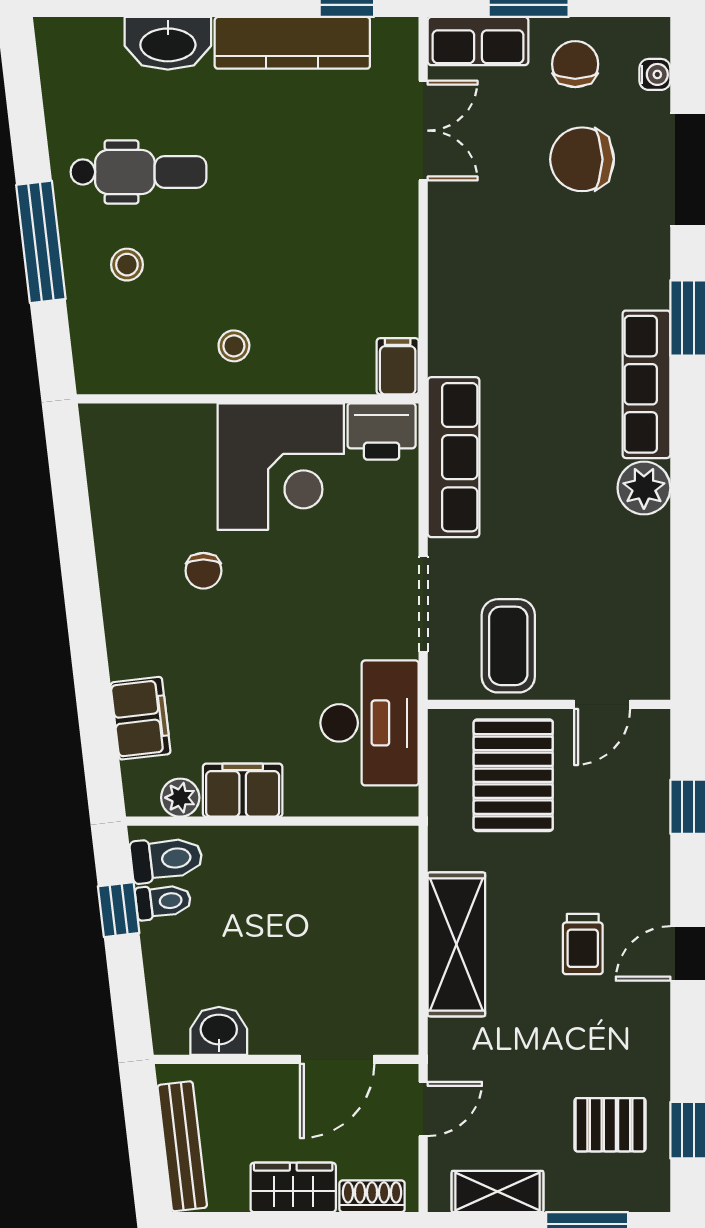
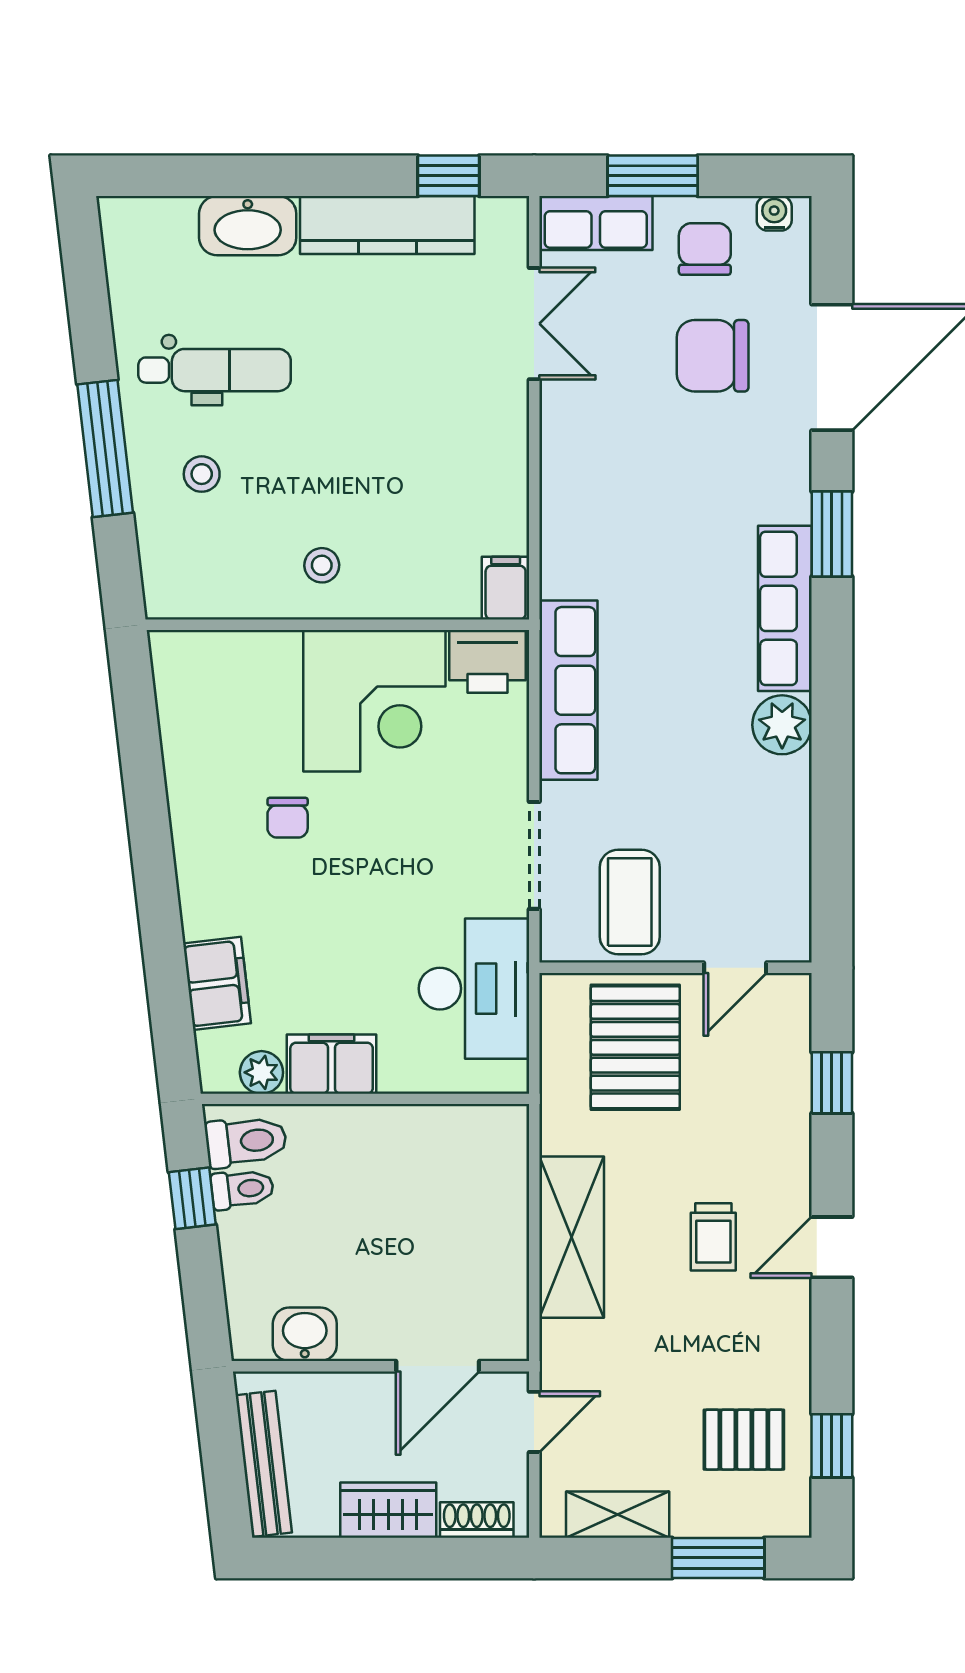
water cooler: (655, 74) -> (774, 213), moved, turned -90

